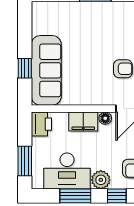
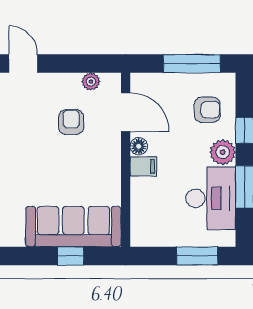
filing cabinet: (83, 122) -> (143, 166), width x0.50
printer: (41, 124) -> (147, 233), removed

